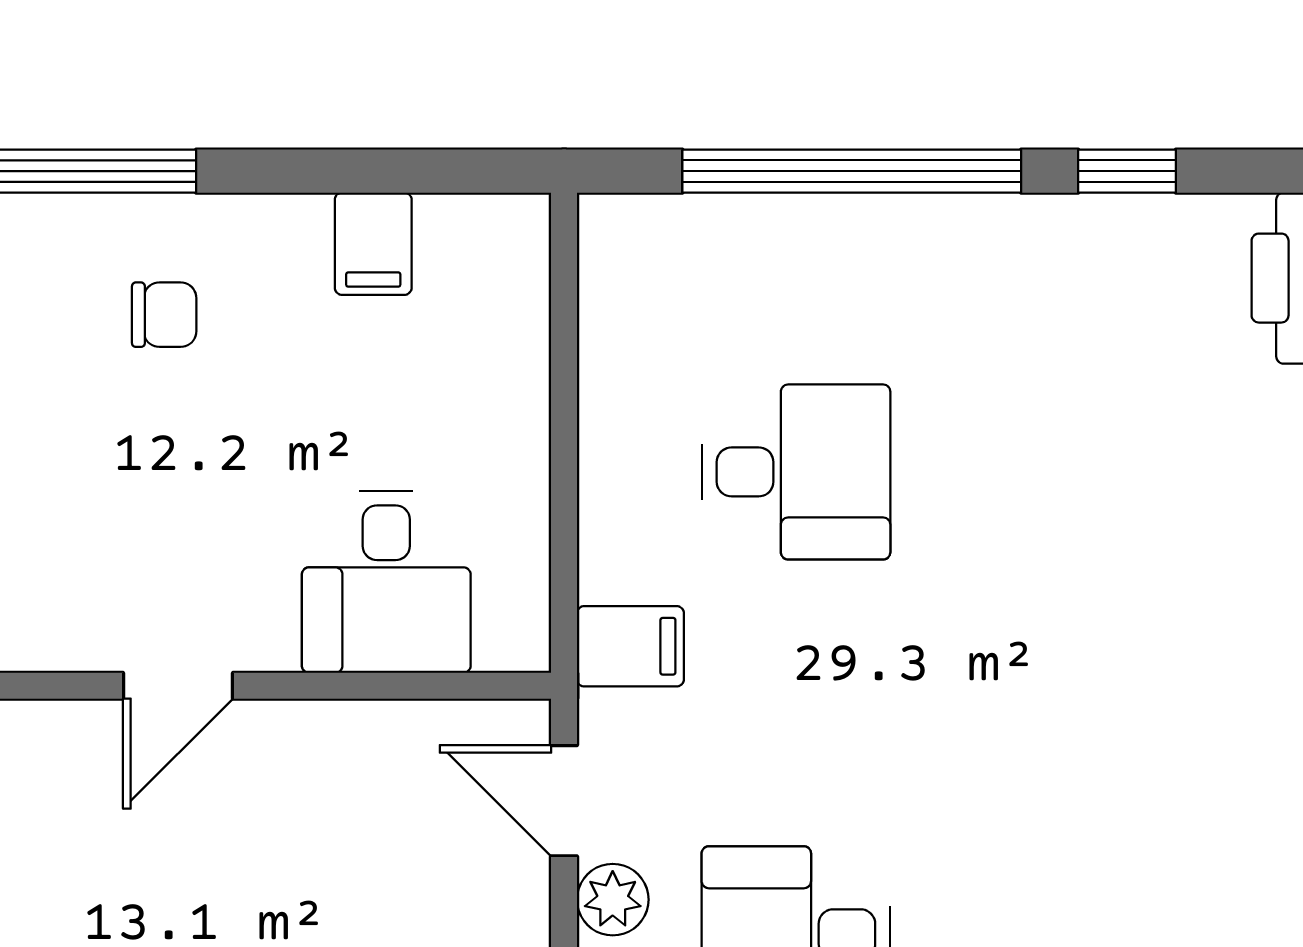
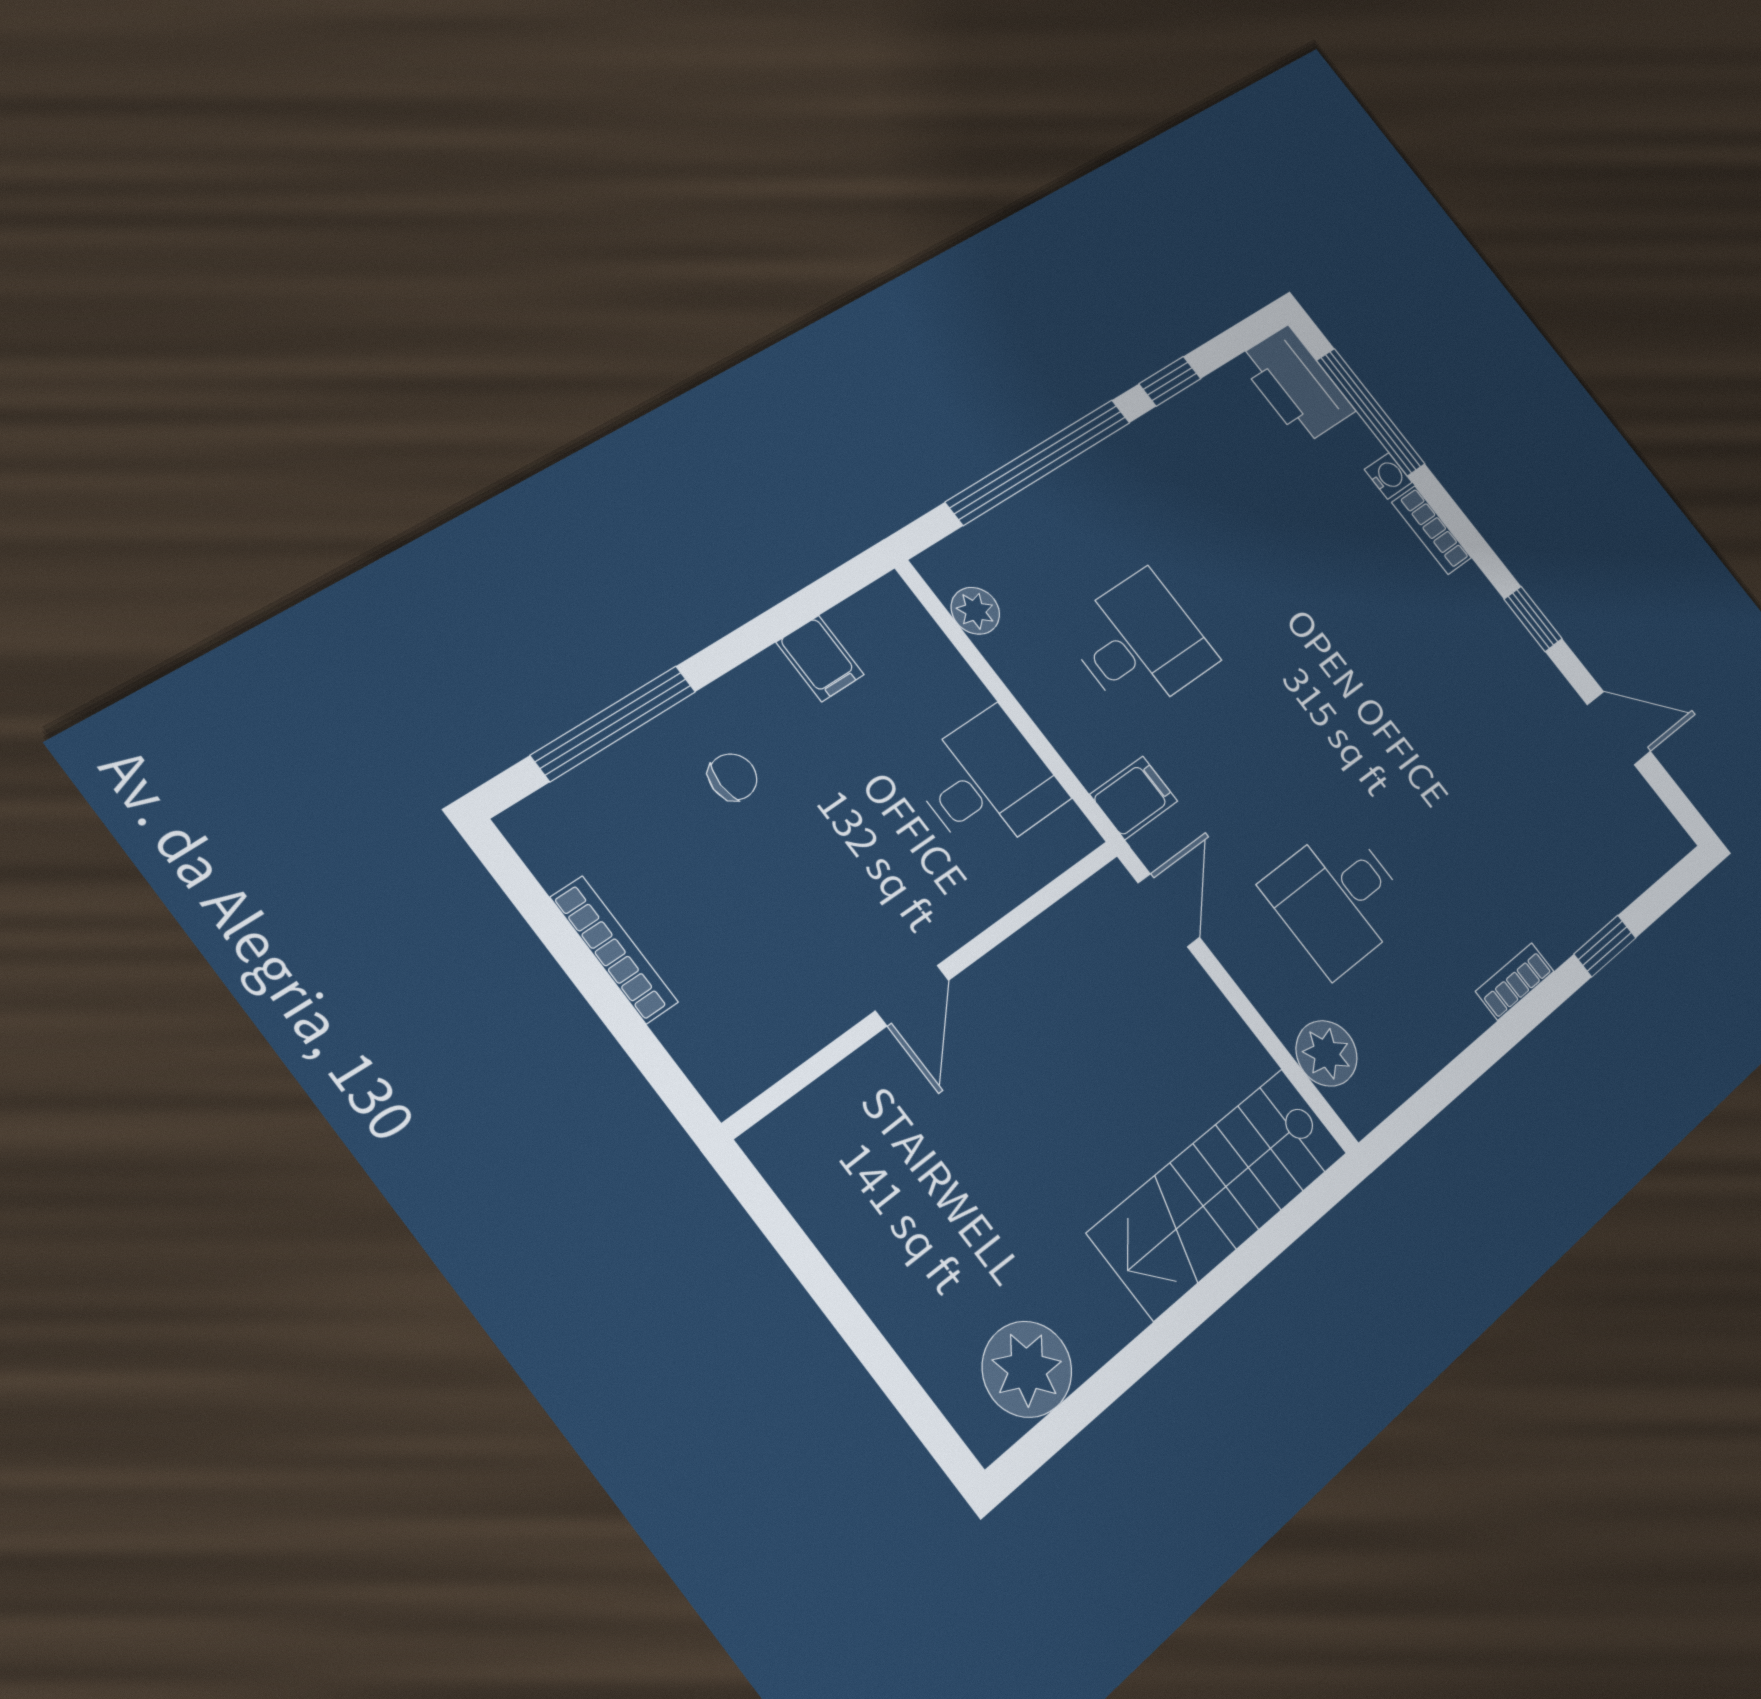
desk: (386, 582) -> (987, 783), moved, turned -90
door: (564, 801) -> (1169, 910), swing flipped
plant: (613, 900) -> (975, 611), moved

